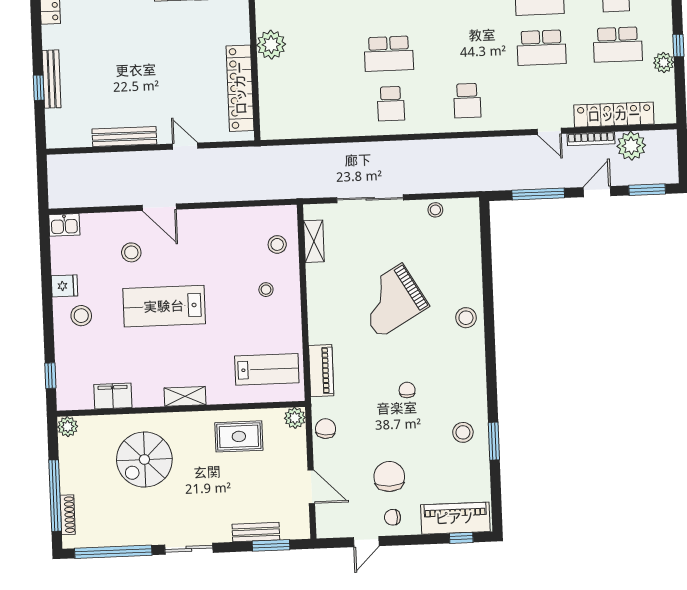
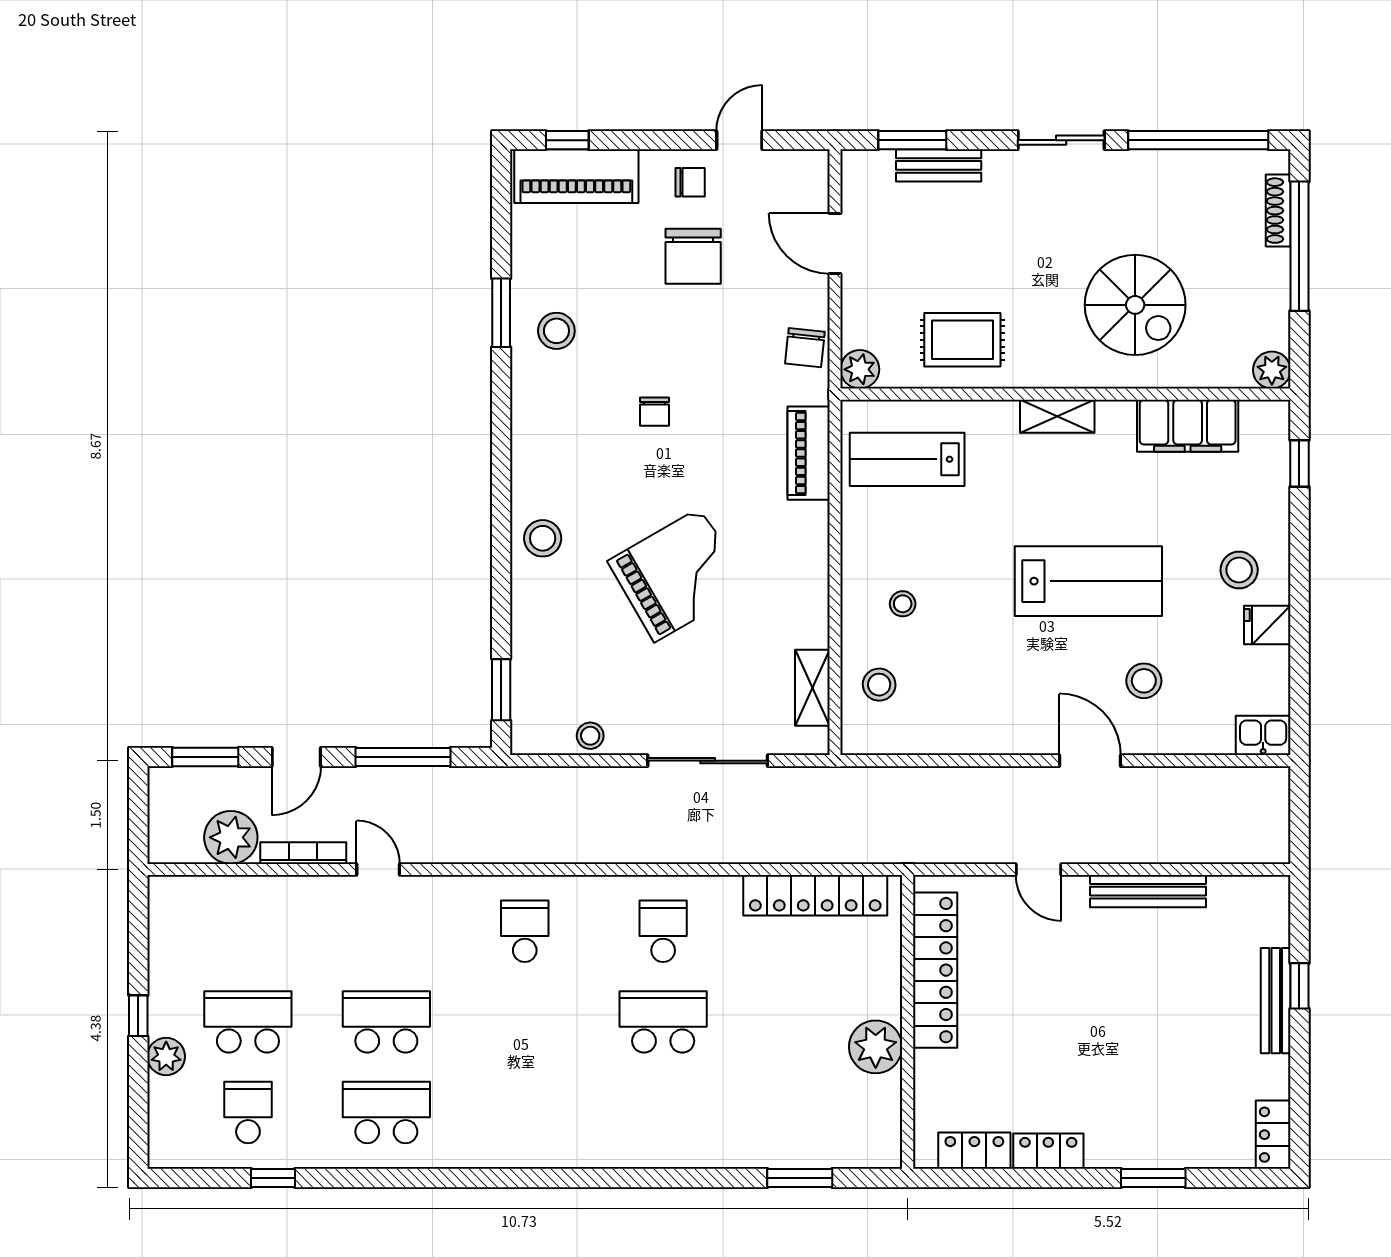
plant: (664, 63) -> (166, 1056), moved
locker: (614, 115) -> (815, 895), moved
window: (485, 233) -> (501, 690), added
filing cabinet: (113, 396) -> (1188, 426), width x1.50, depth x1.17
spiral stairs: (144, 459) -> (1135, 305), turned 90

